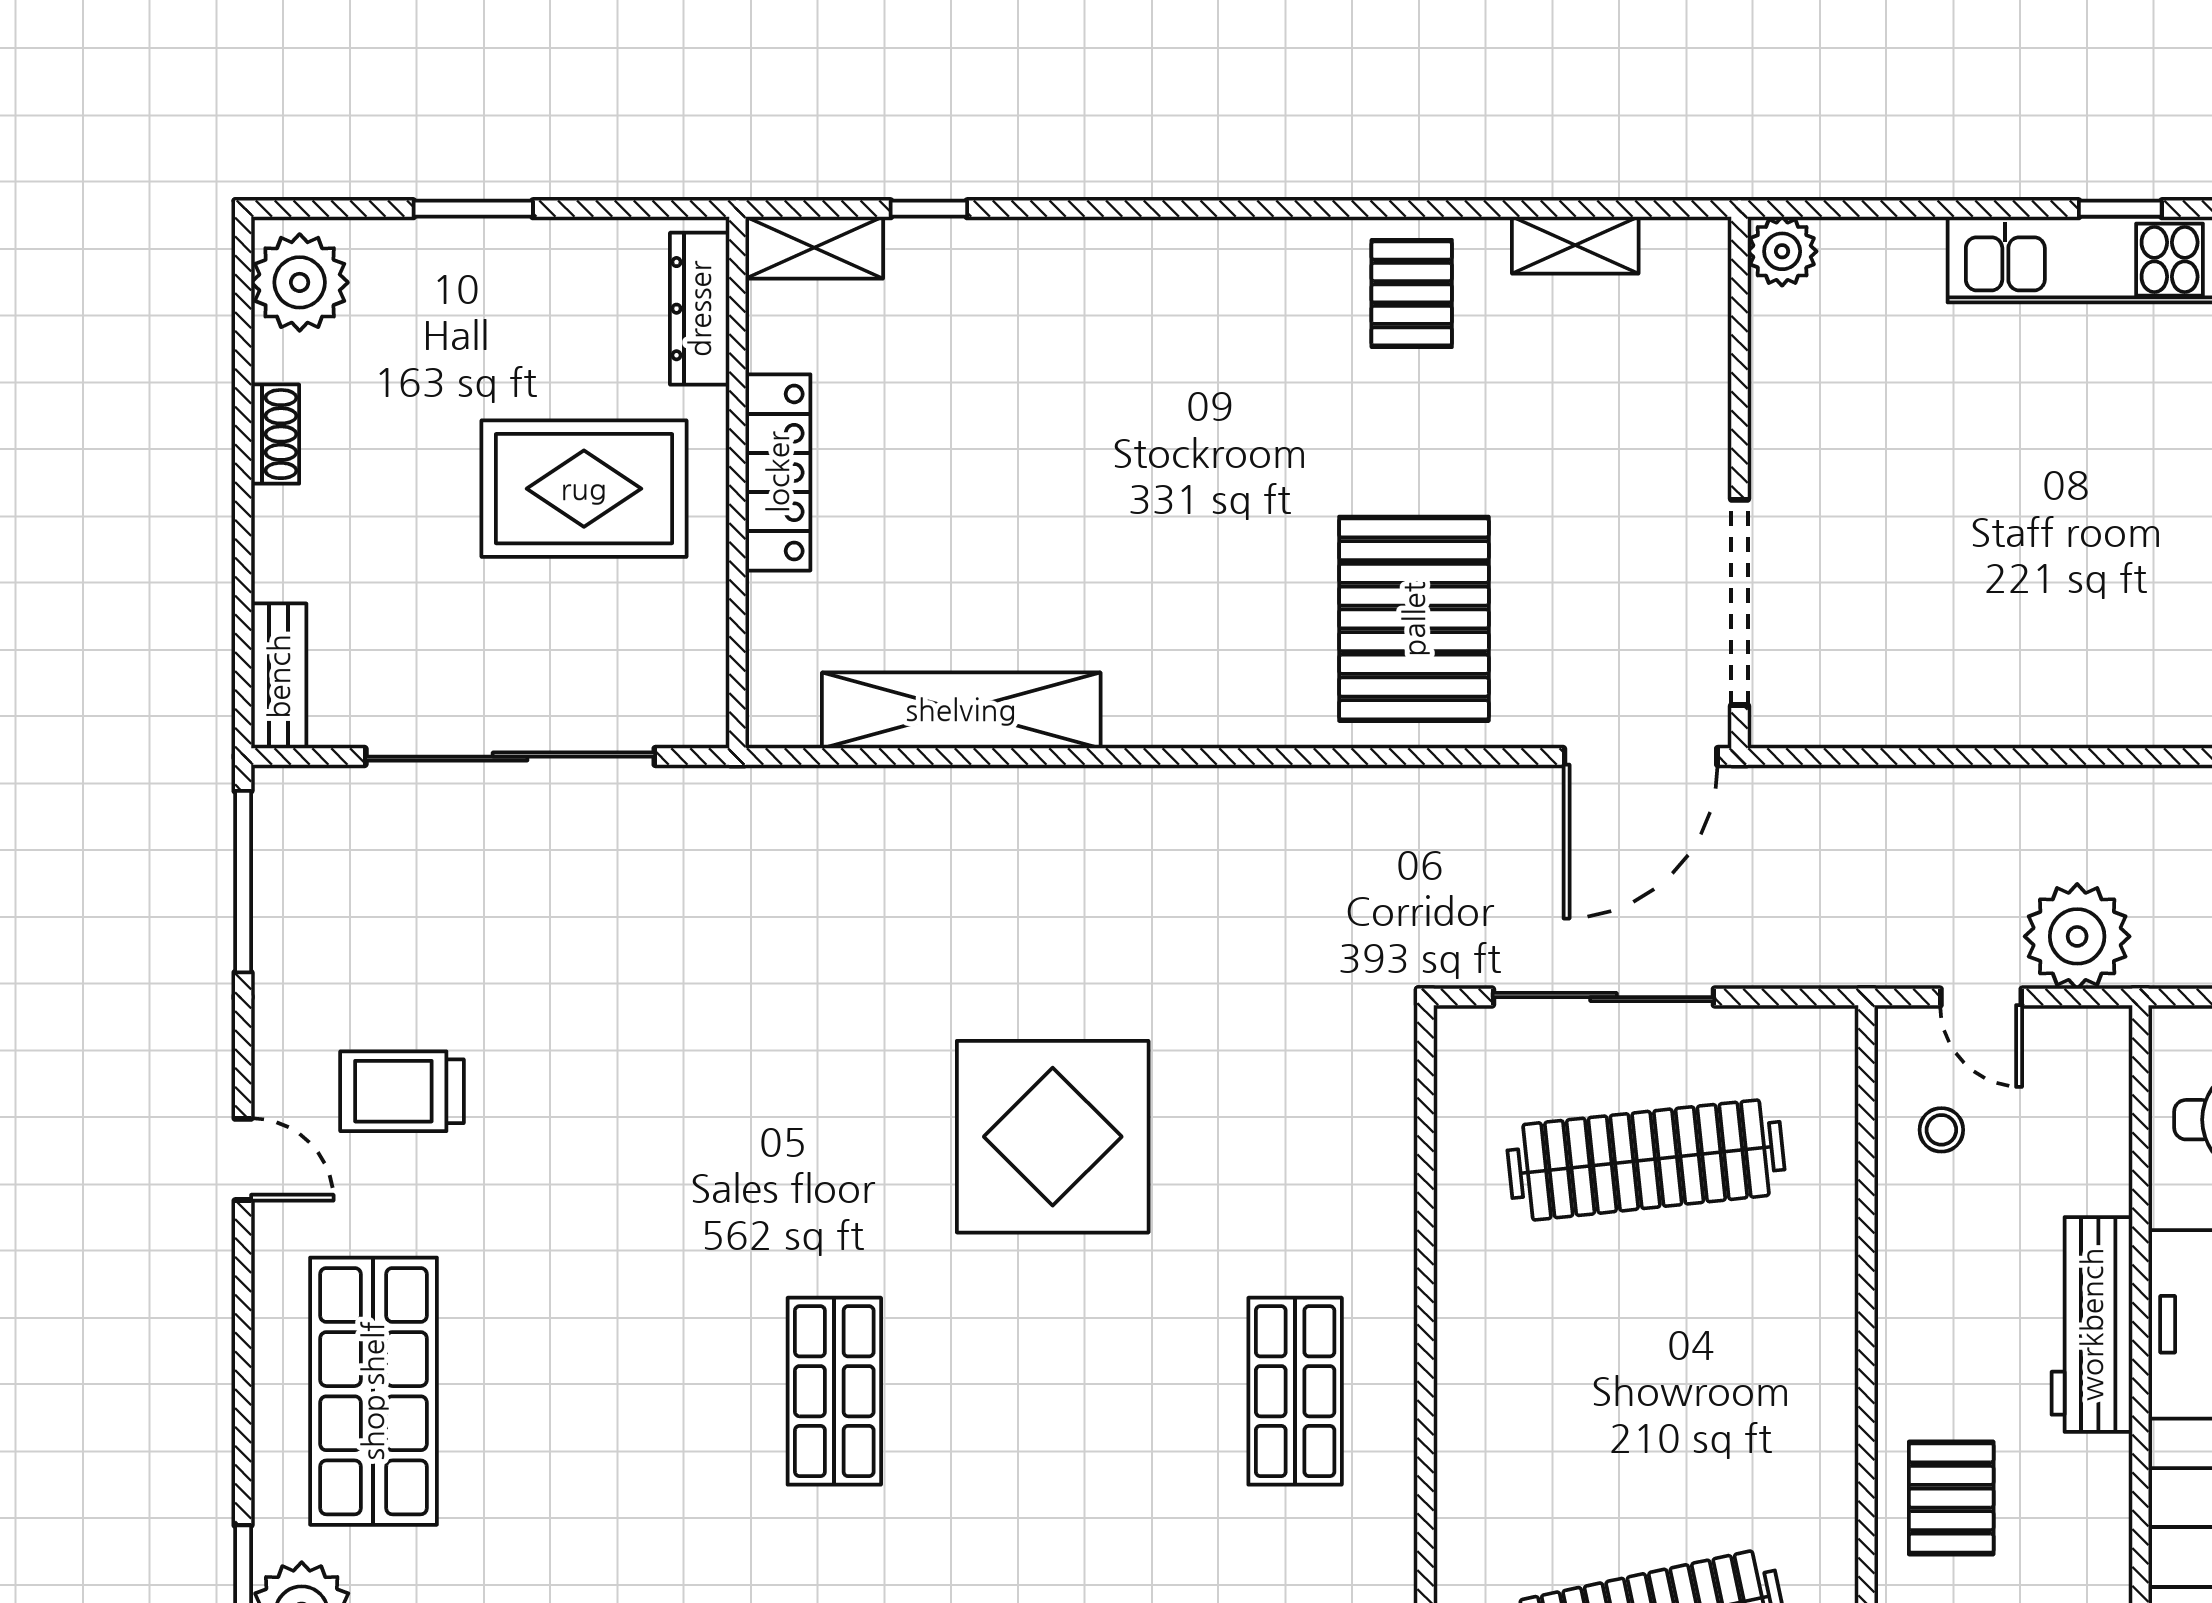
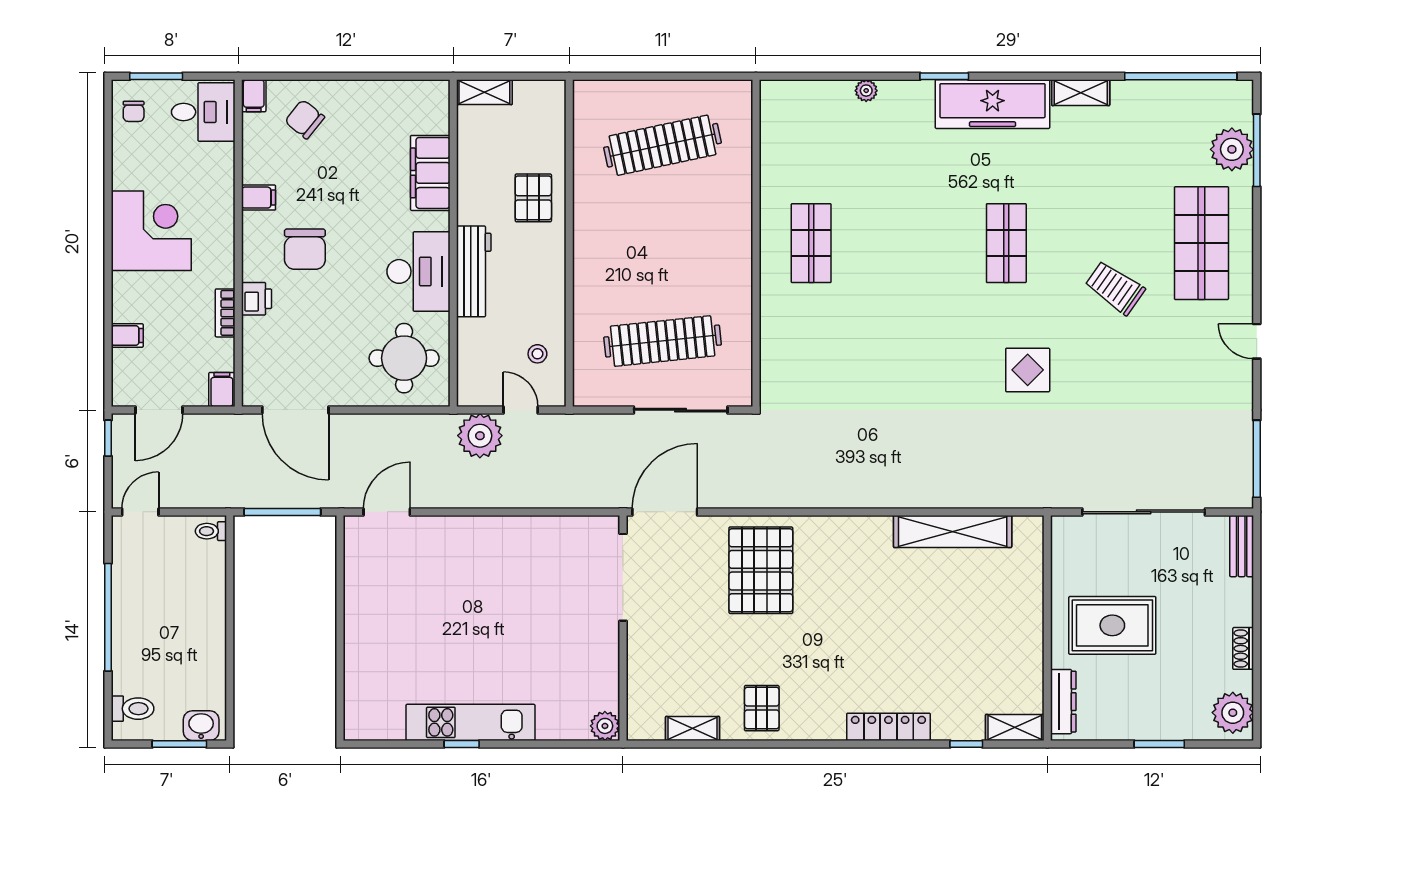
locker: (778, 472) -> (888, 727), moved, turned 90
trolley: (402, 1091) -> (1115, 288), moved, turned -145
display table: (1053, 1137) -> (1028, 370), moved, width x0.54, depth x0.54

